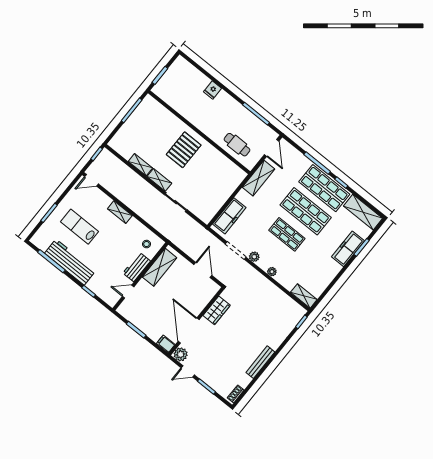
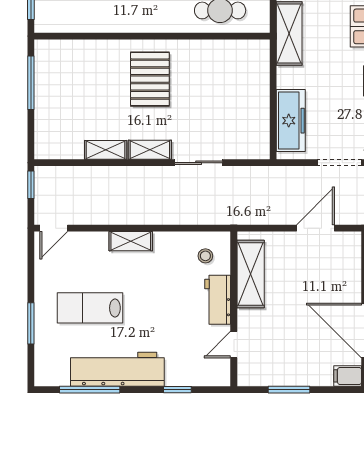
door: (203, 270) -> (315, 228), hinge flipped

